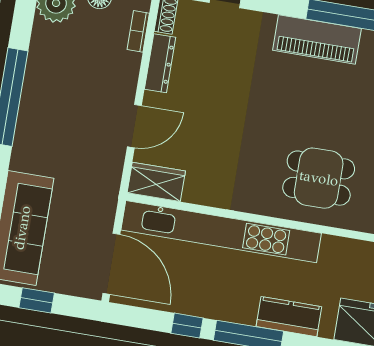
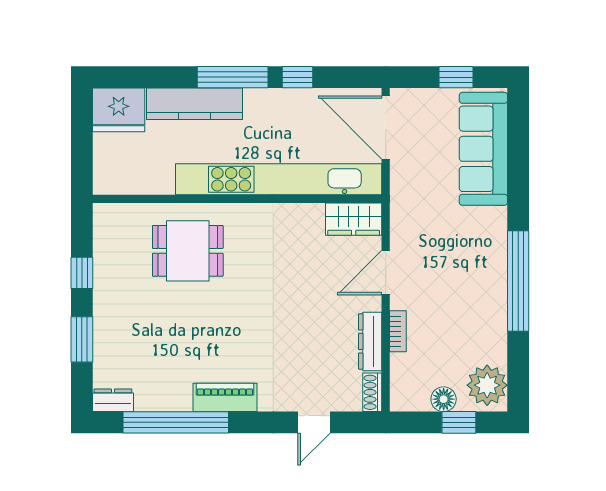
bookcase: (138, 31) -> (398, 331), moved
piano: (317, 39) -> (225, 397), width x0.73, depth x0.75
kitchen counter: (289, 317) -> (194, 104), width x1.50

